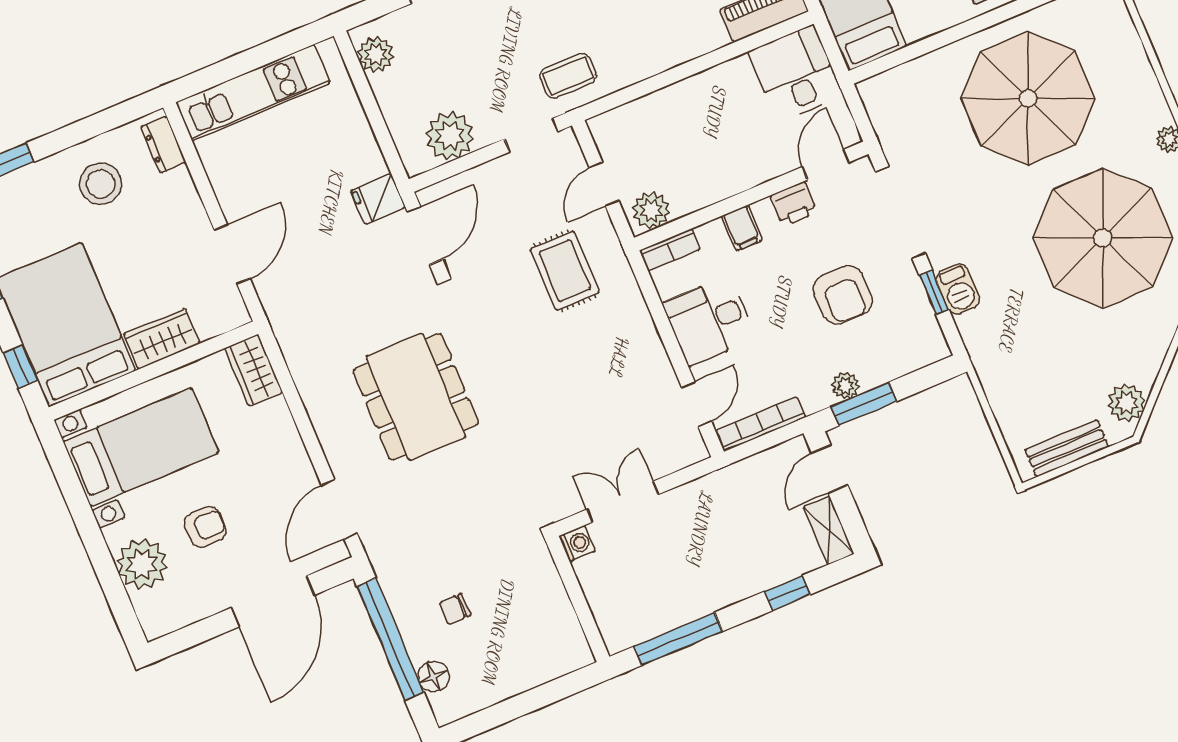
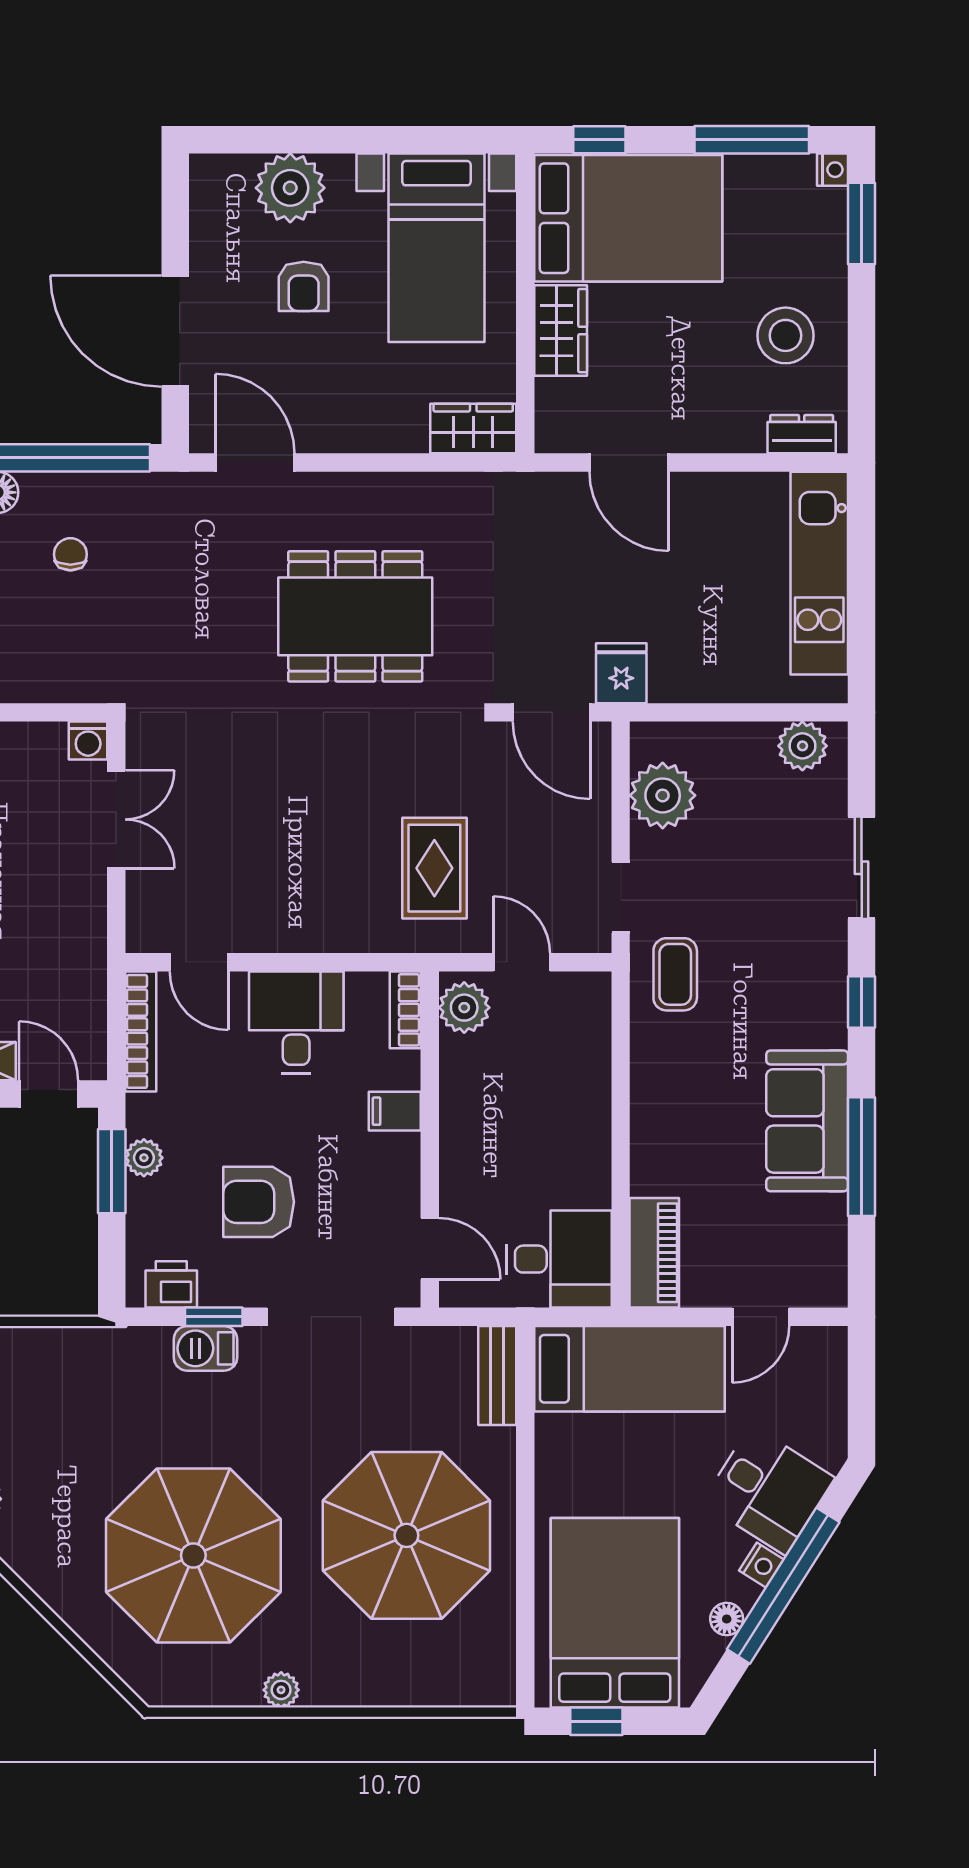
bench: (893, 82) -> (497, 1375), added
printer: (794, 204) -> (171, 1284), moved, turned 90
rug: (565, 271) -> (434, 868), turned 90

